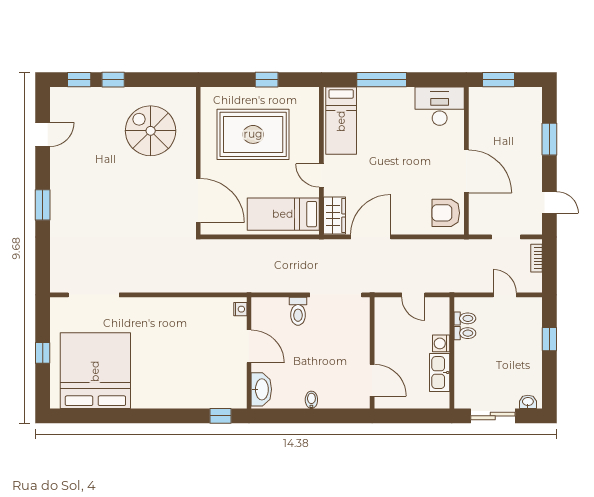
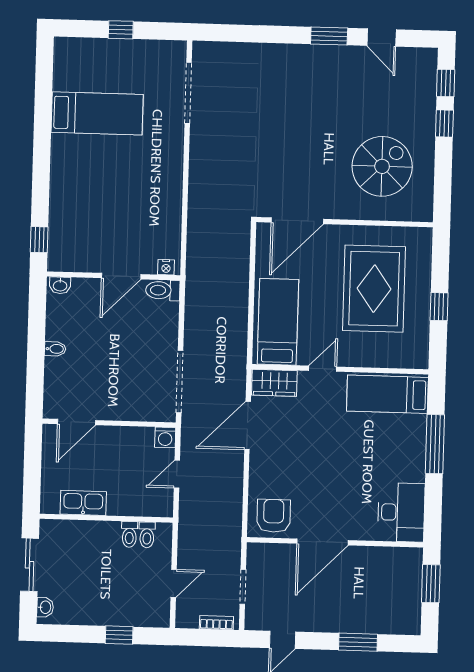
window: (43, 205) -> (329, 36), moved
door: (371, 237) -> (248, 425), swing flipped
toilet: (298, 311) -> (163, 290), moved
washing machine: (441, 343) -> (165, 437), moved, turned 180
bed: (95, 371) -> (97, 113), width x0.49
washbasin: (261, 389) -> (60, 285), width x0.52, depth x0.69

